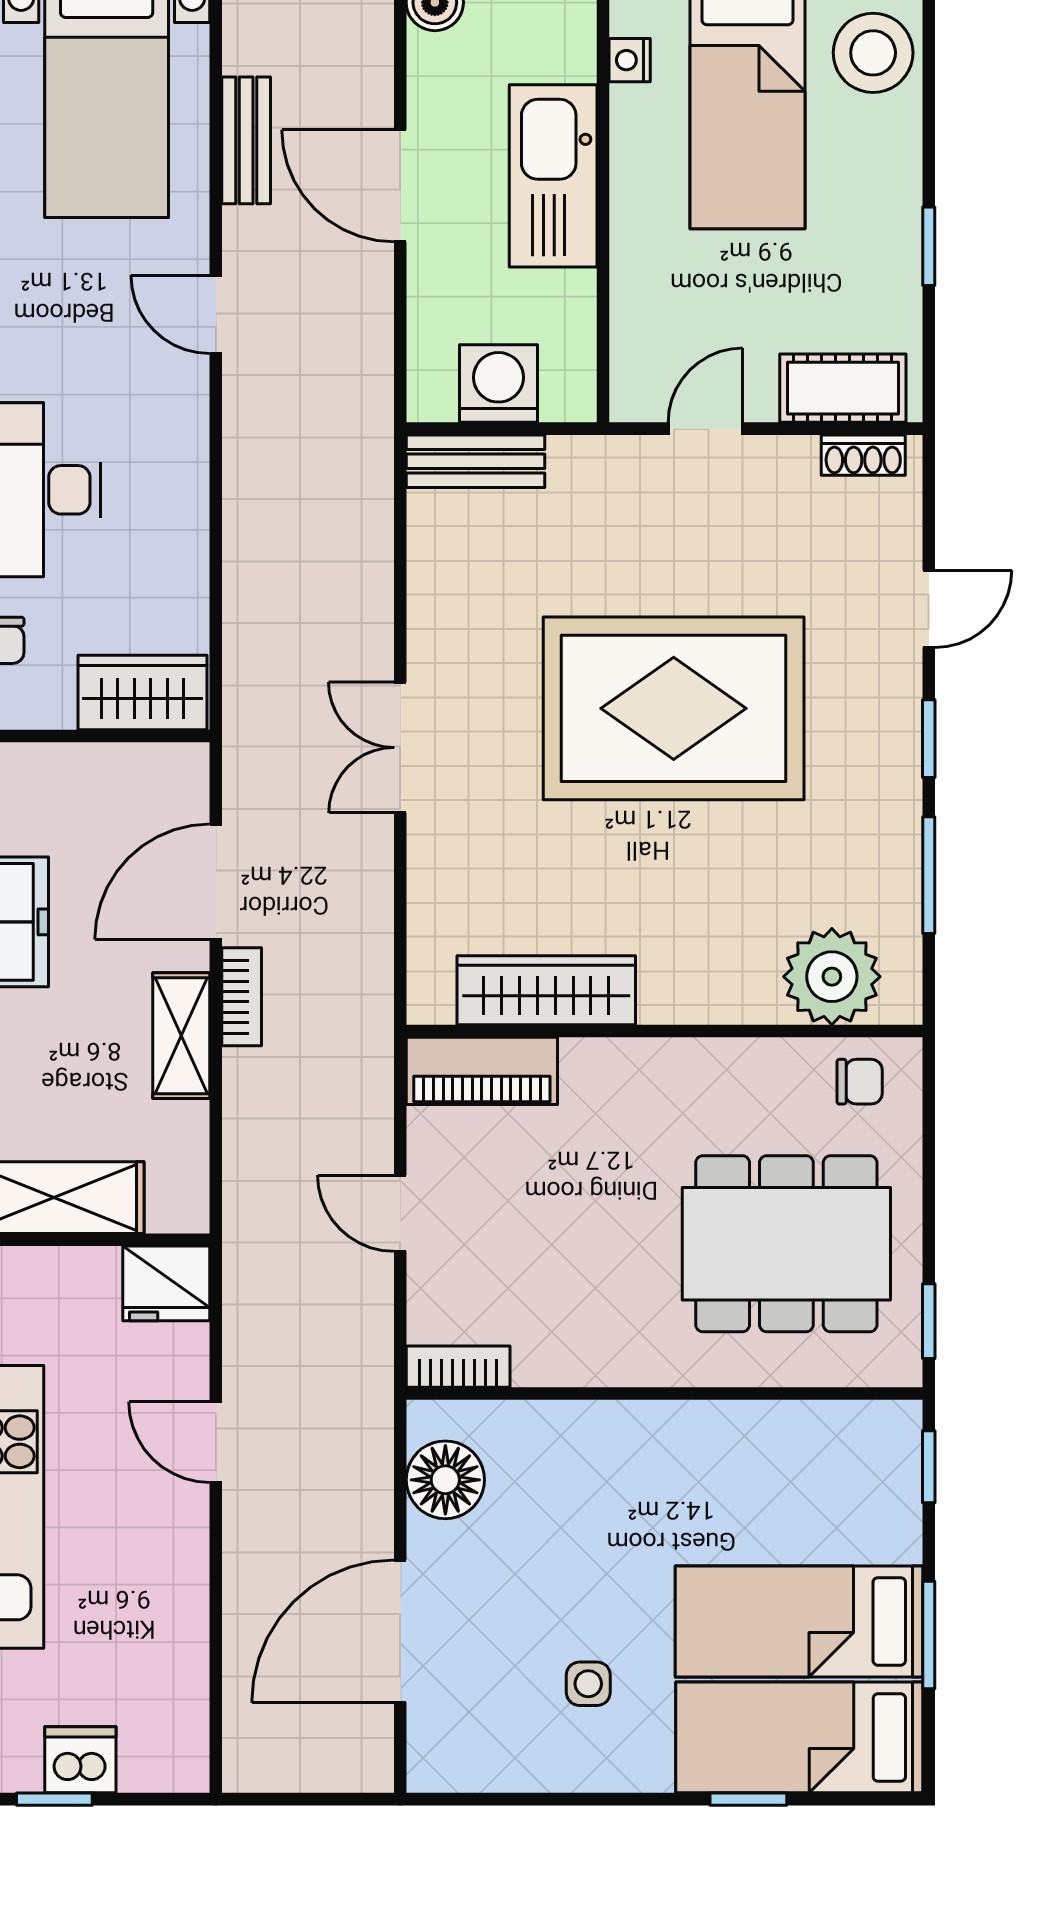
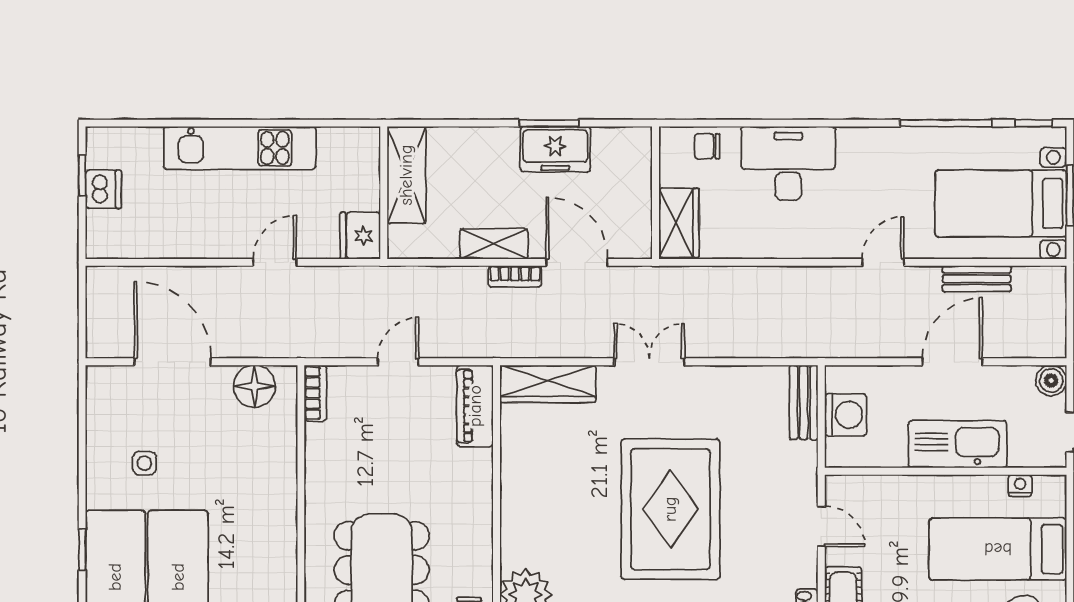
wardrobe: (546, 990) -> (548, 384), moved, turned 90

